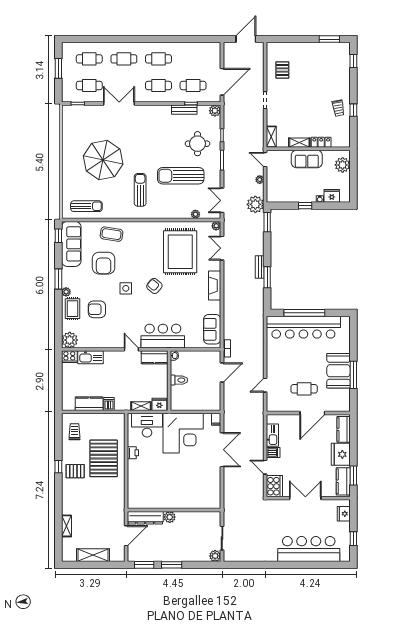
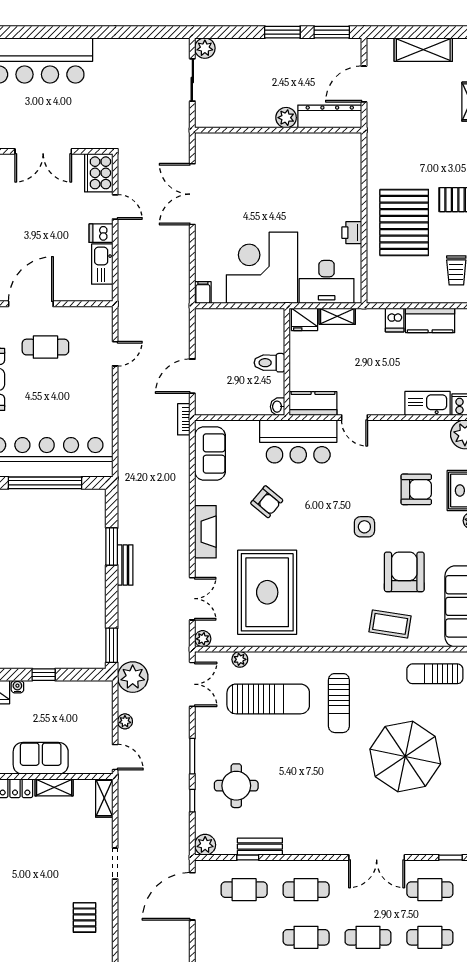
sun lounger: (181, 176) -> (268, 699), moved
armchair: (154, 286) -> (267, 502), moved
double door: (222, 450) -> (192, 194), moved

